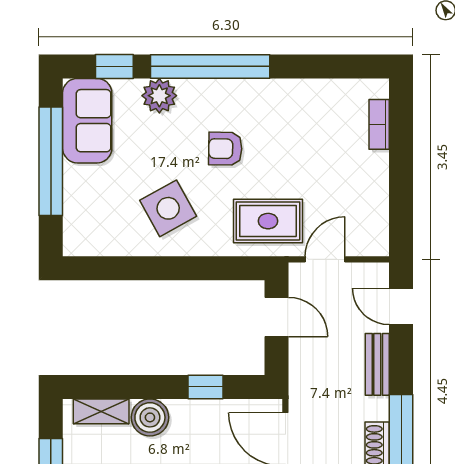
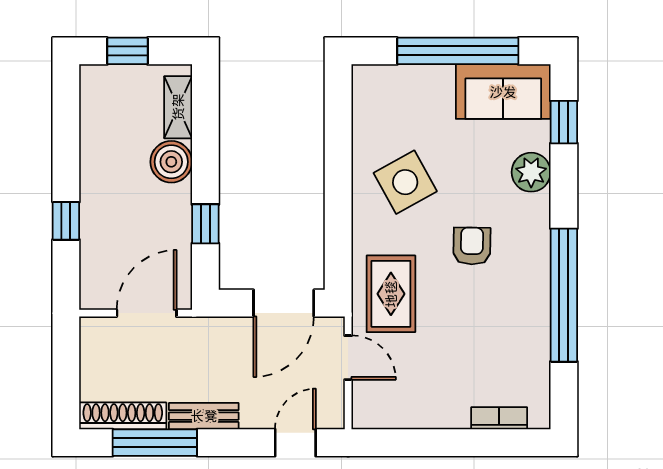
window: (210, 66) -> (564, 295), moved
door: (276, 317) -> (284, 303), width x1.38
bench: (377, 364) -> (204, 416), moved

